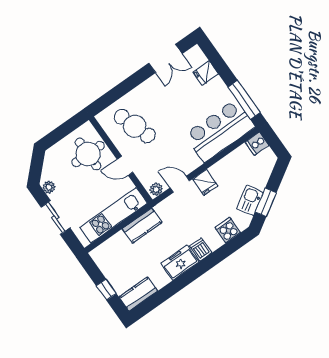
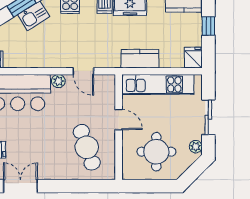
round table: (88, 154) -> (156, 152), moved
fridge: (205, 182) -> (193, 58), moved
plant: (156, 189) -> (58, 81), moved

